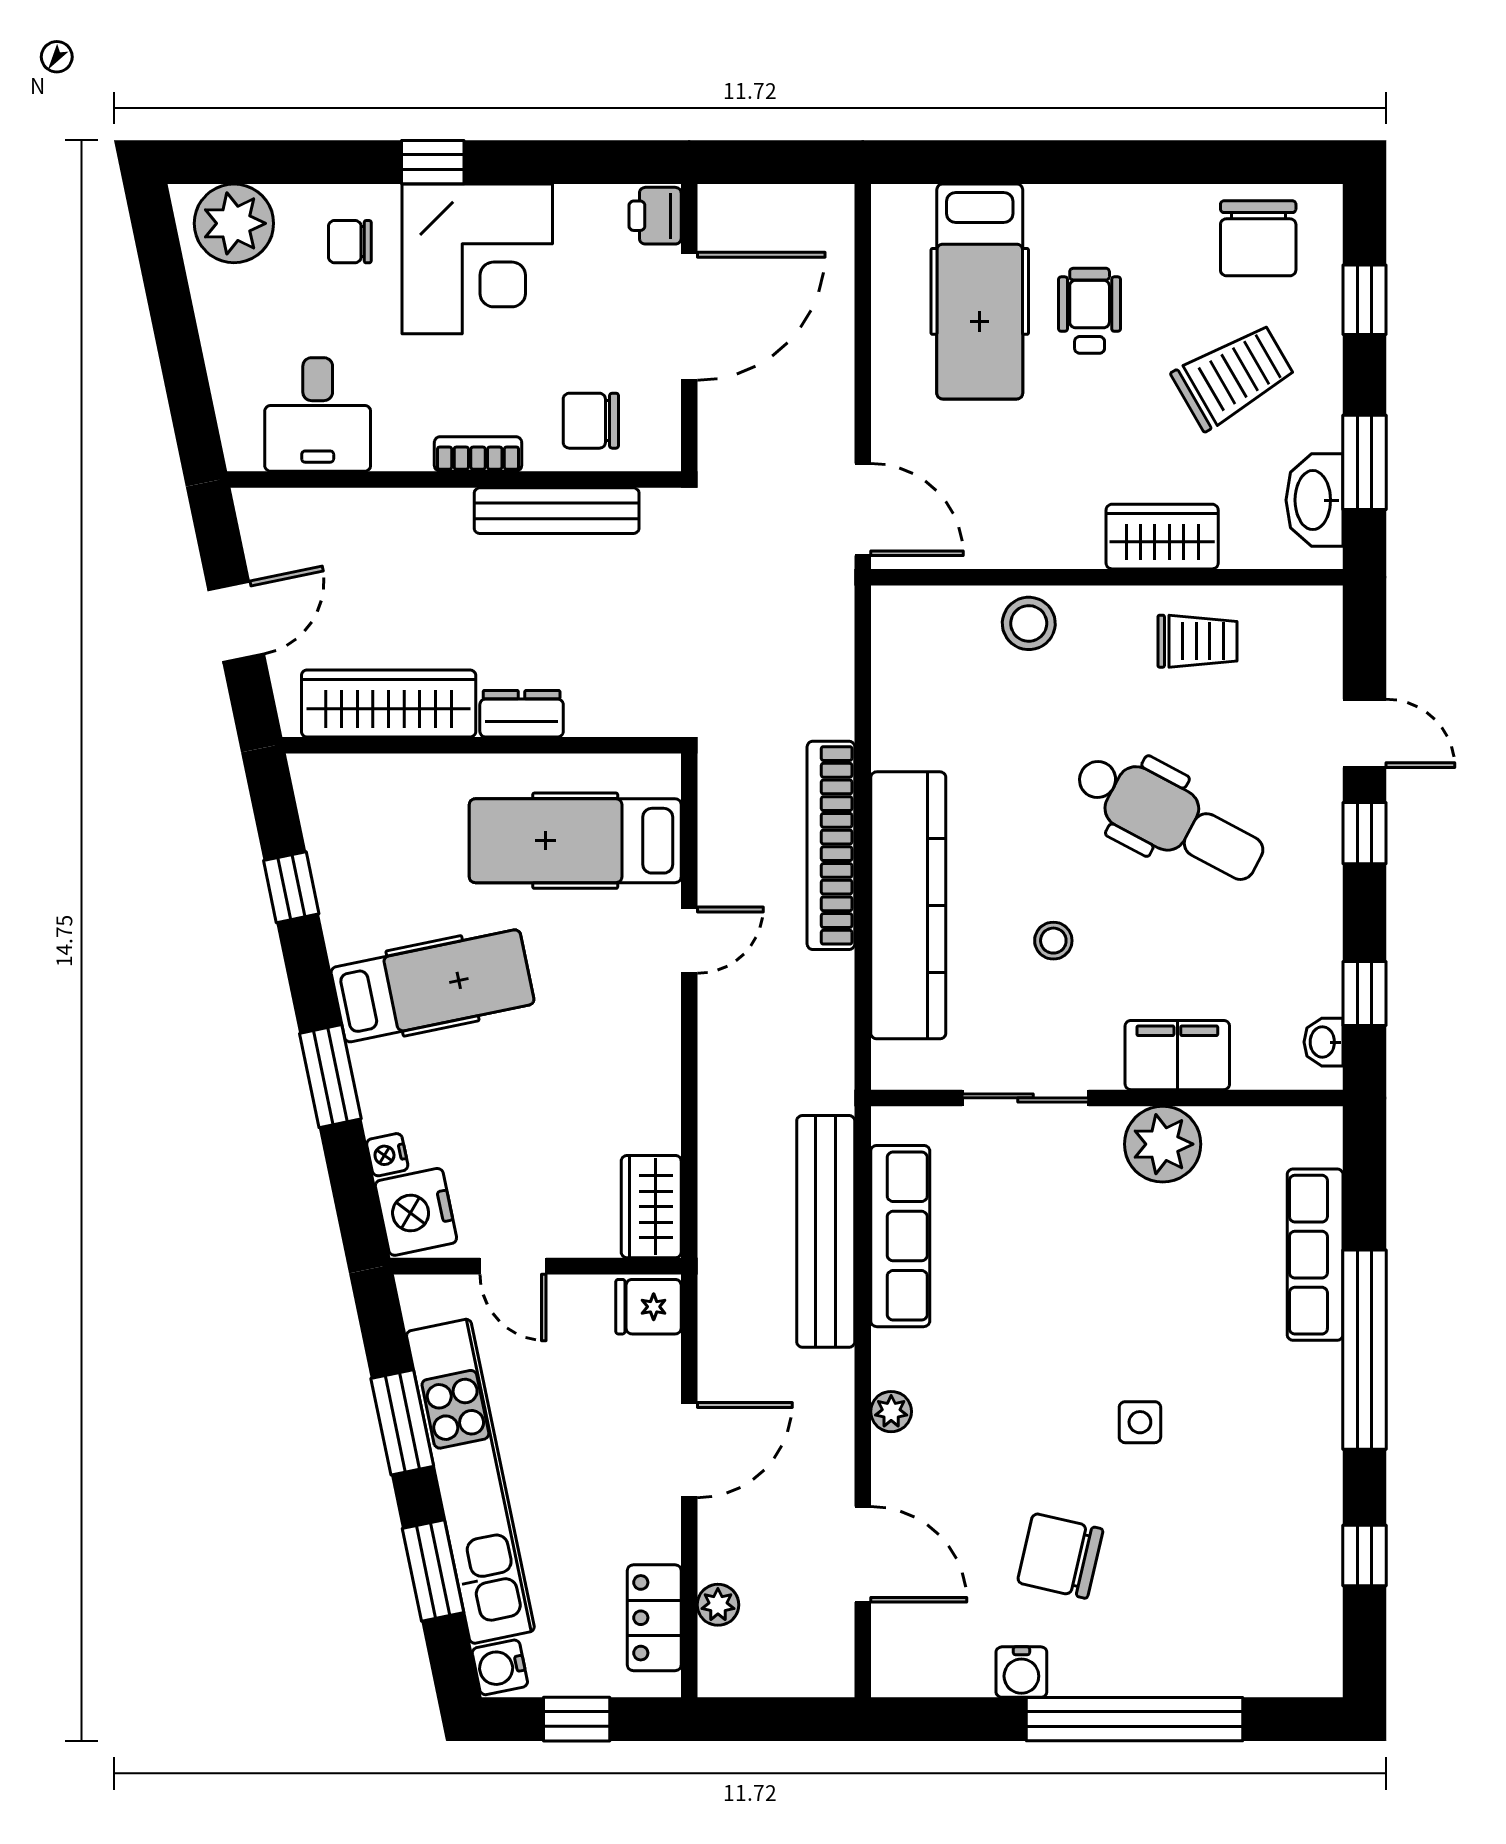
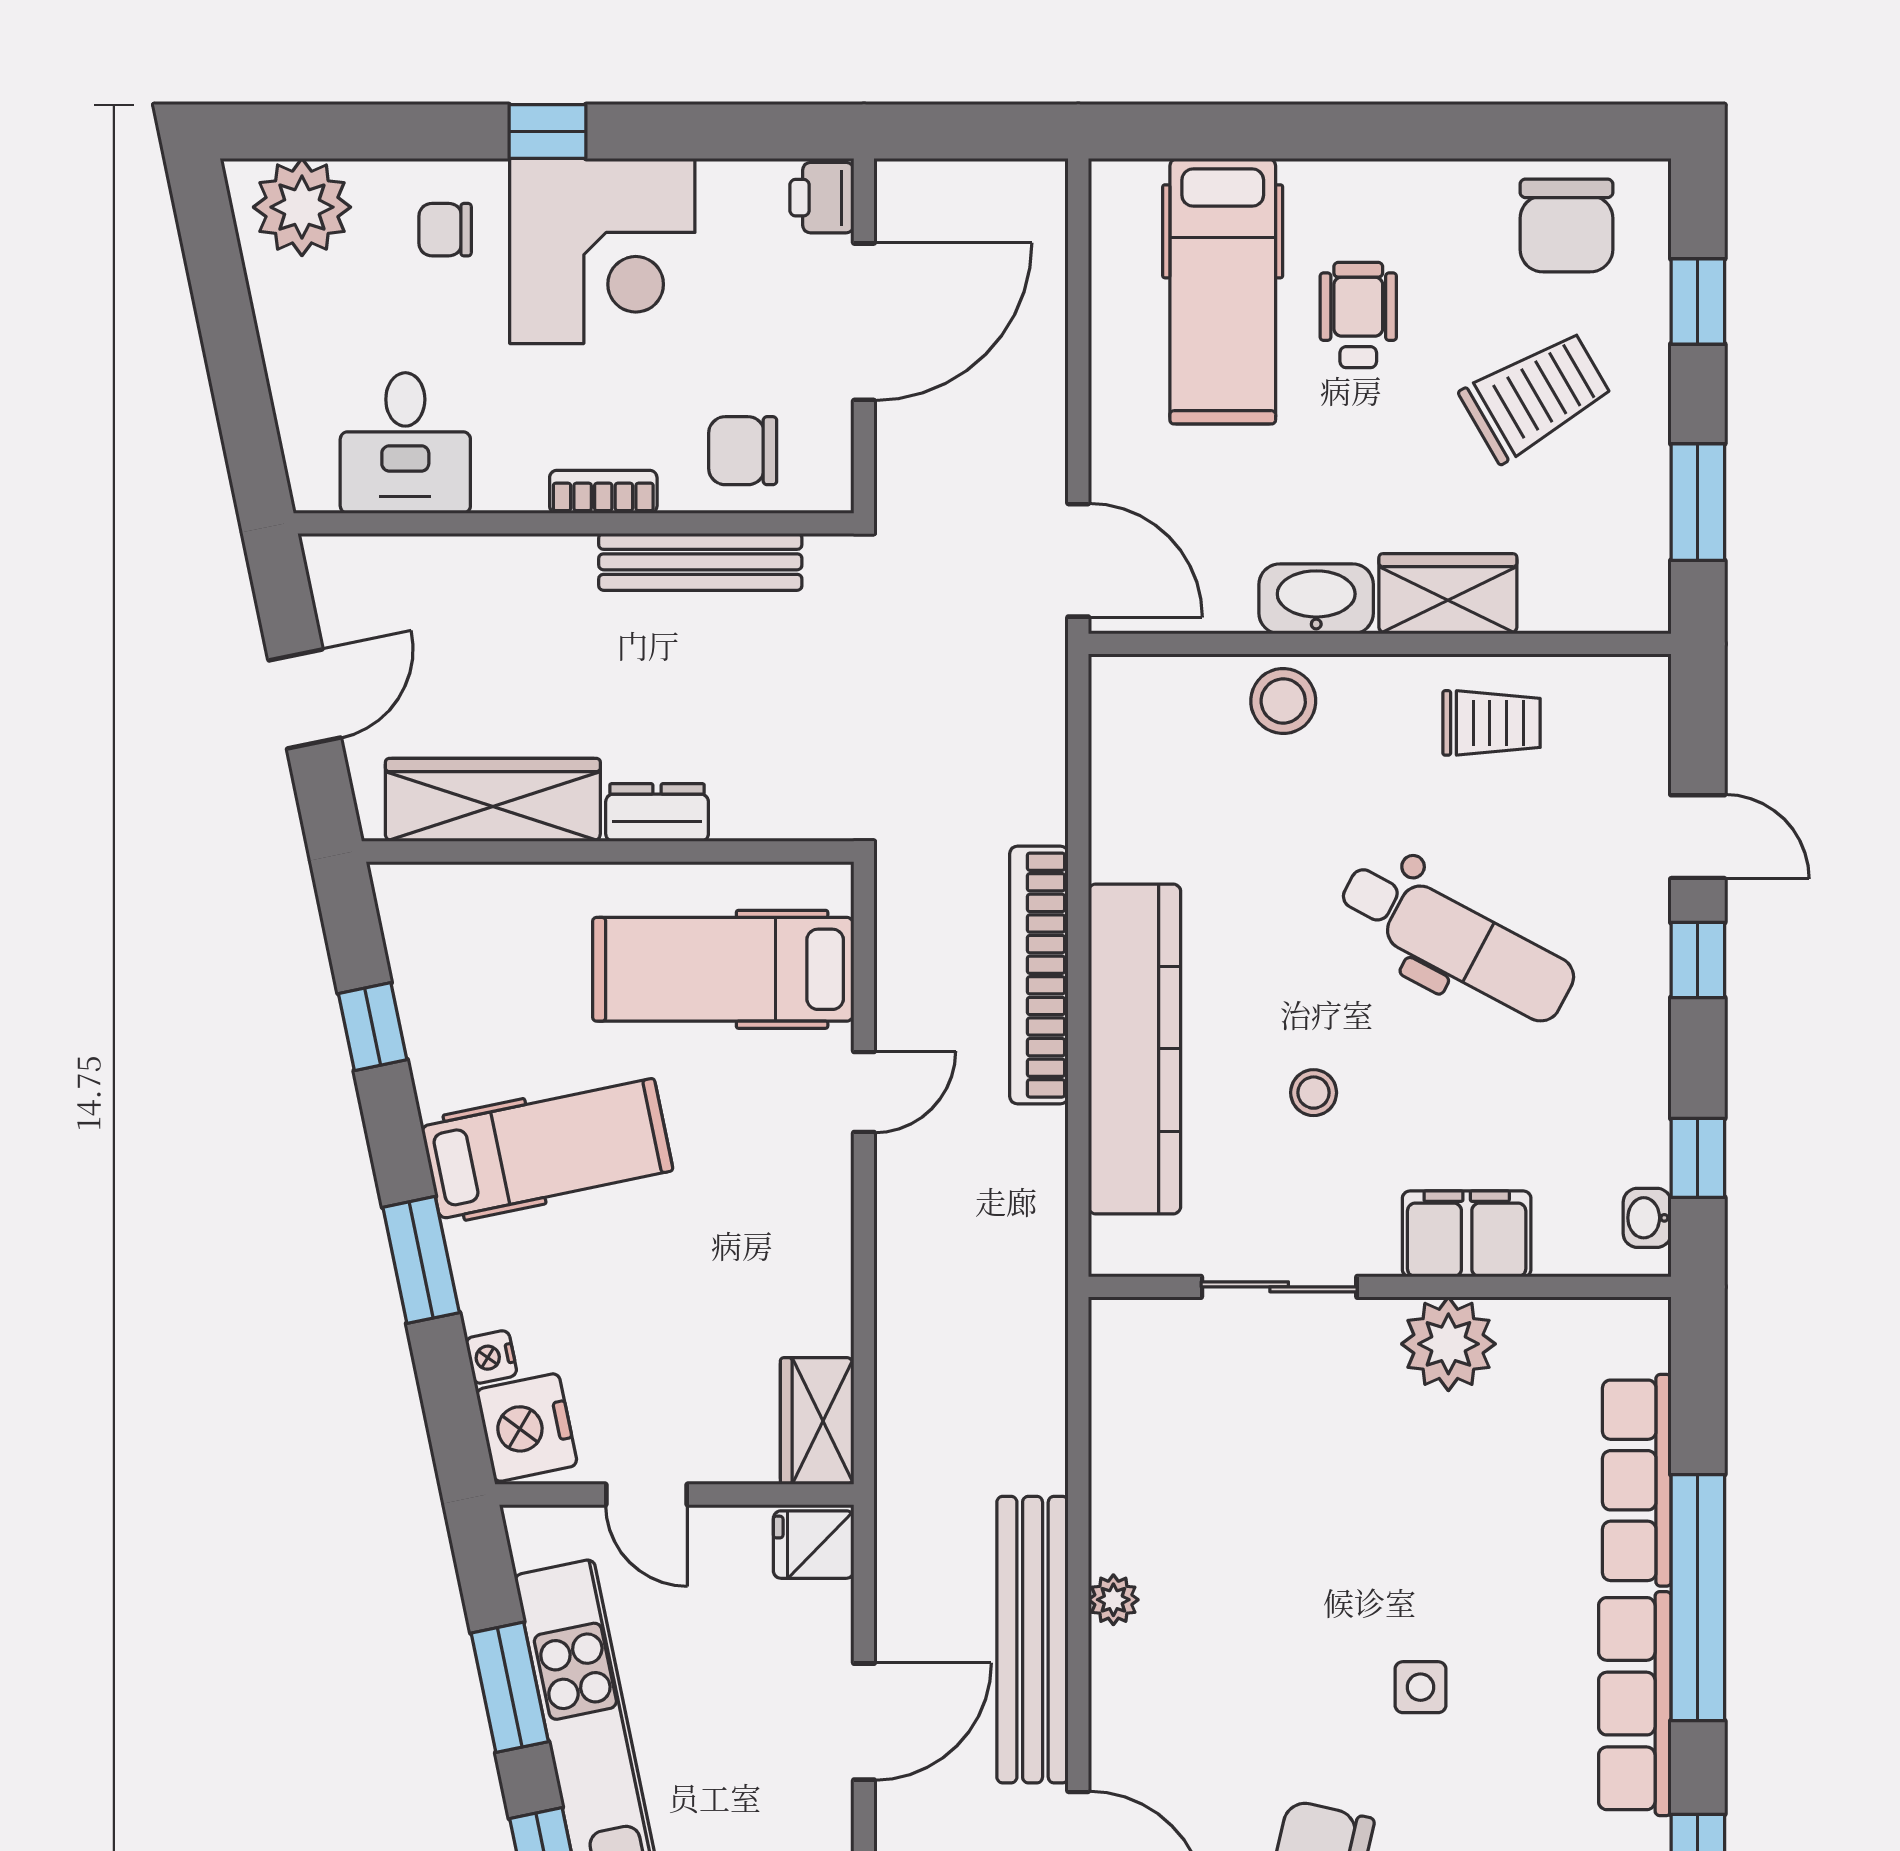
washbasin: (1314, 500) -> (1316, 599), moved, turned 90
bench: (826, 1231) -> (1033, 1640), moved
row of seats: (900, 1236) -> (1635, 1704), moved, turned 180
plant: (891, 1412) -> (1113, 1600), moved

